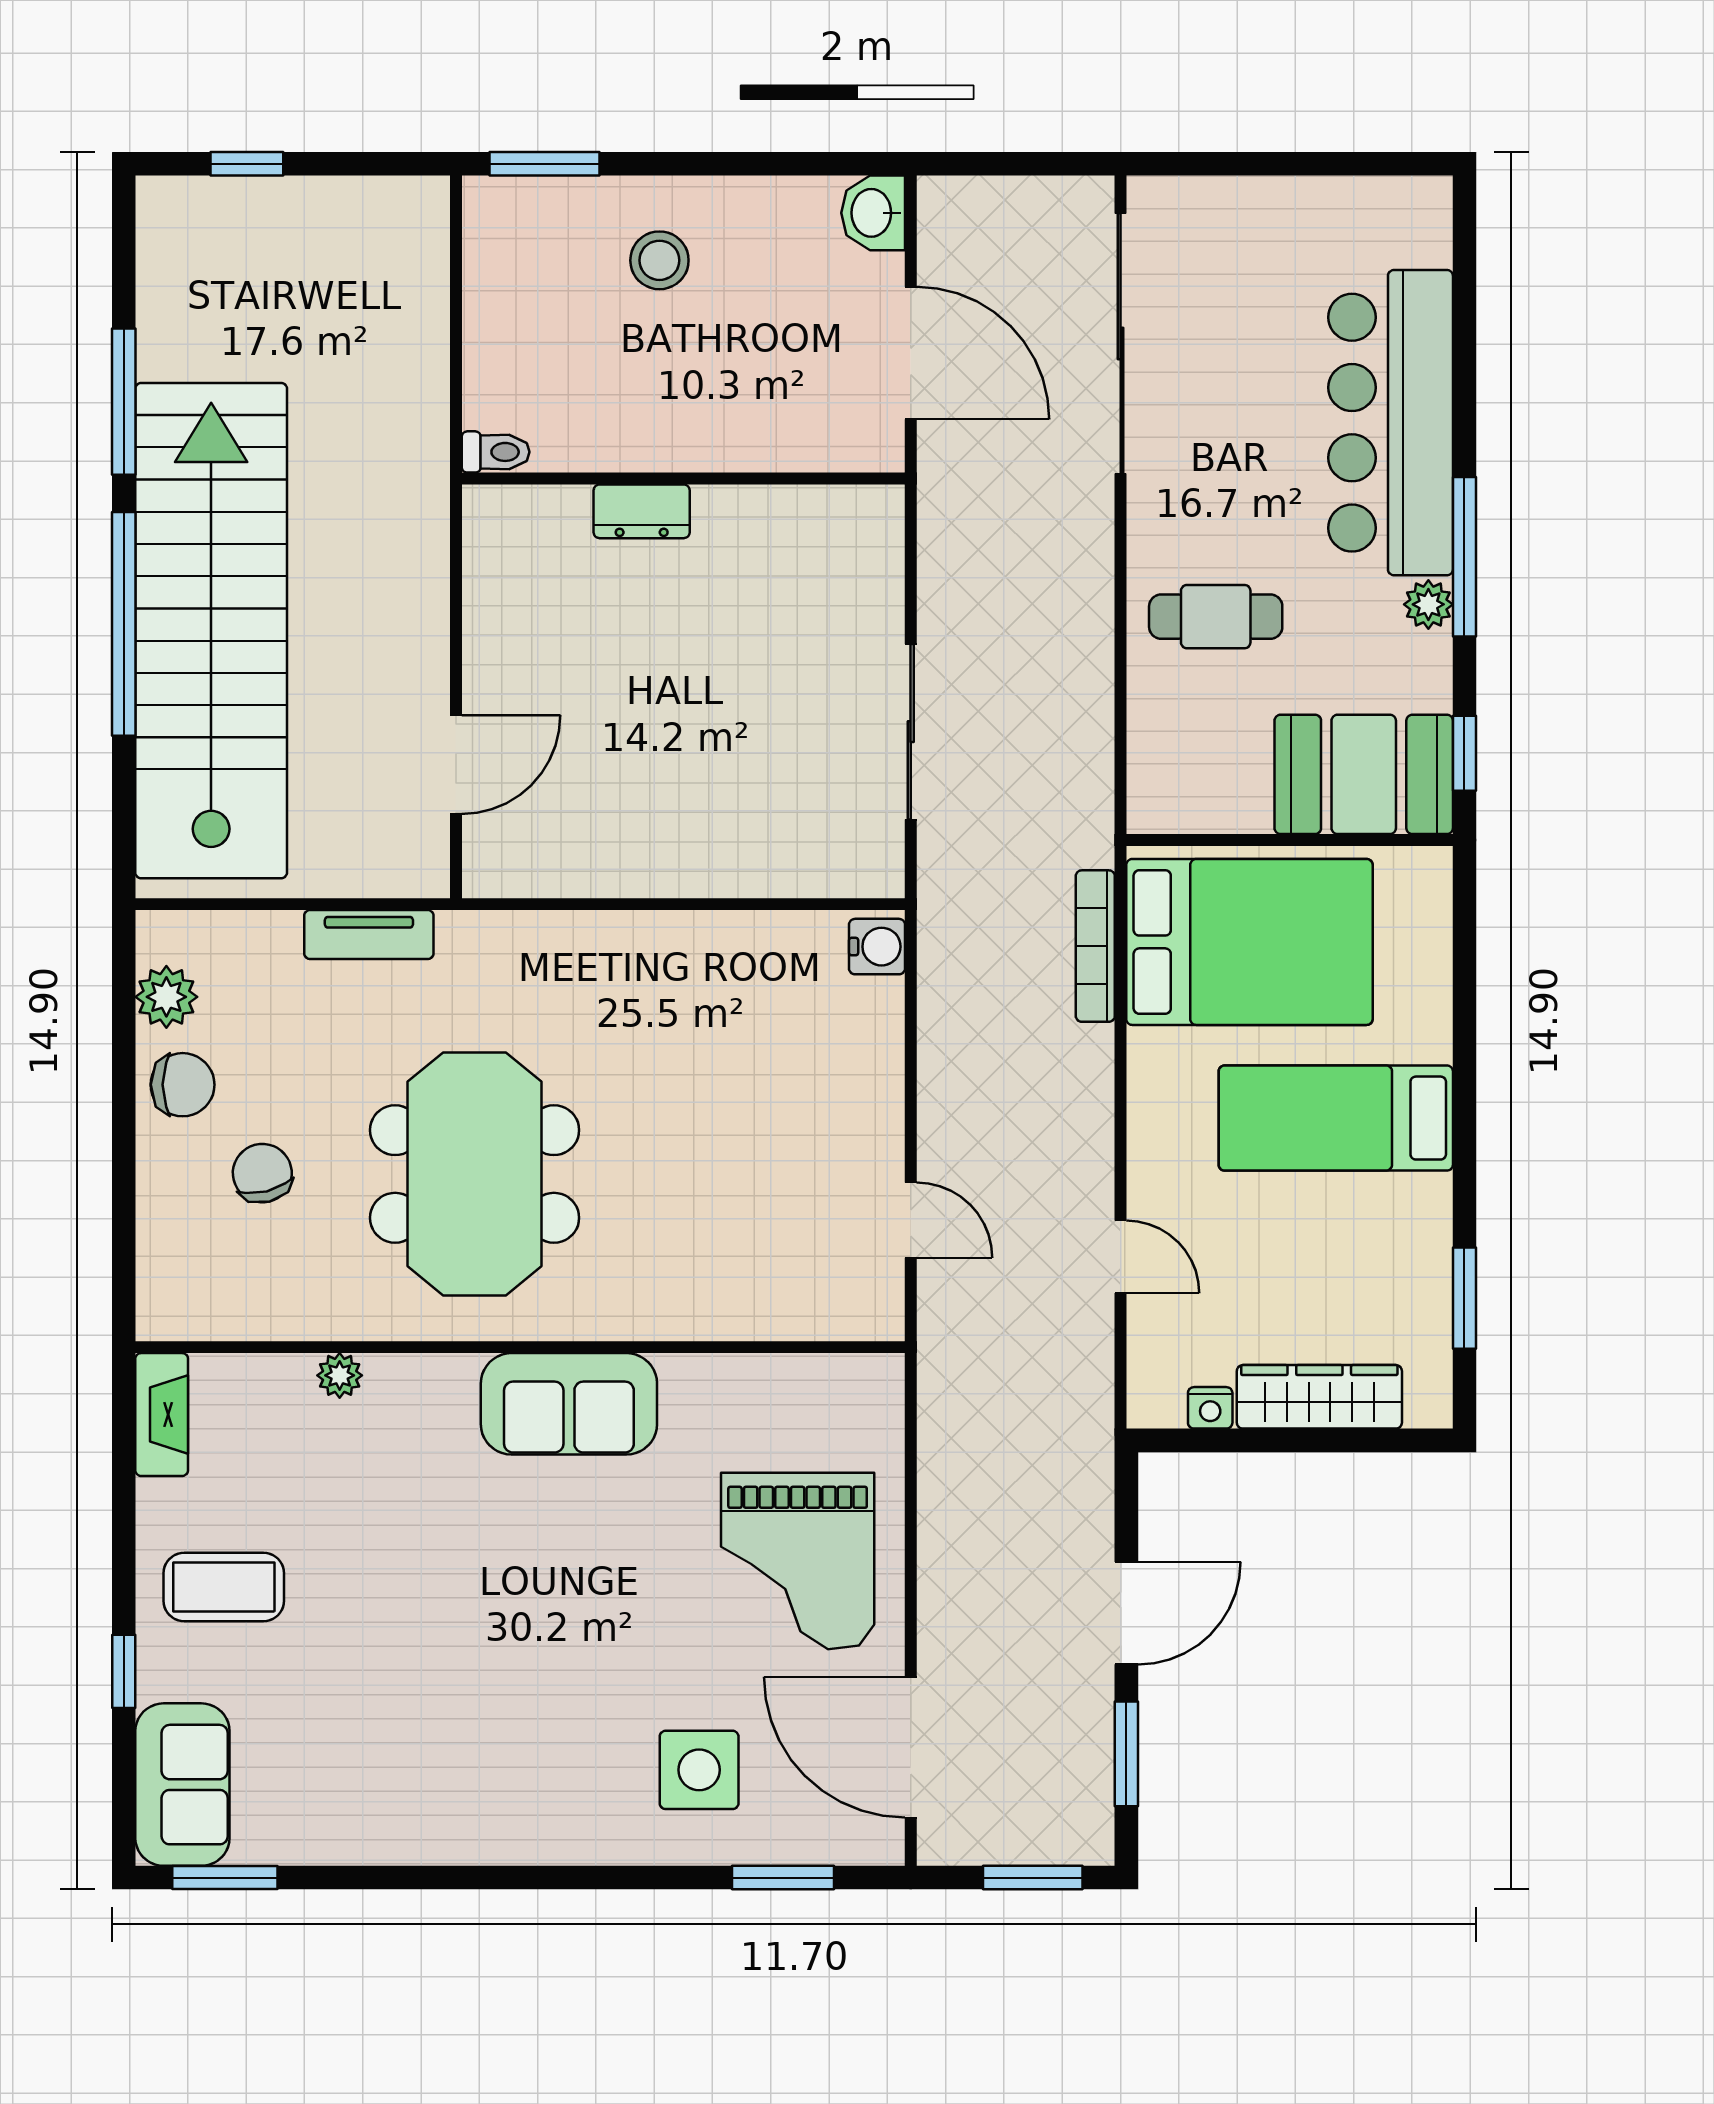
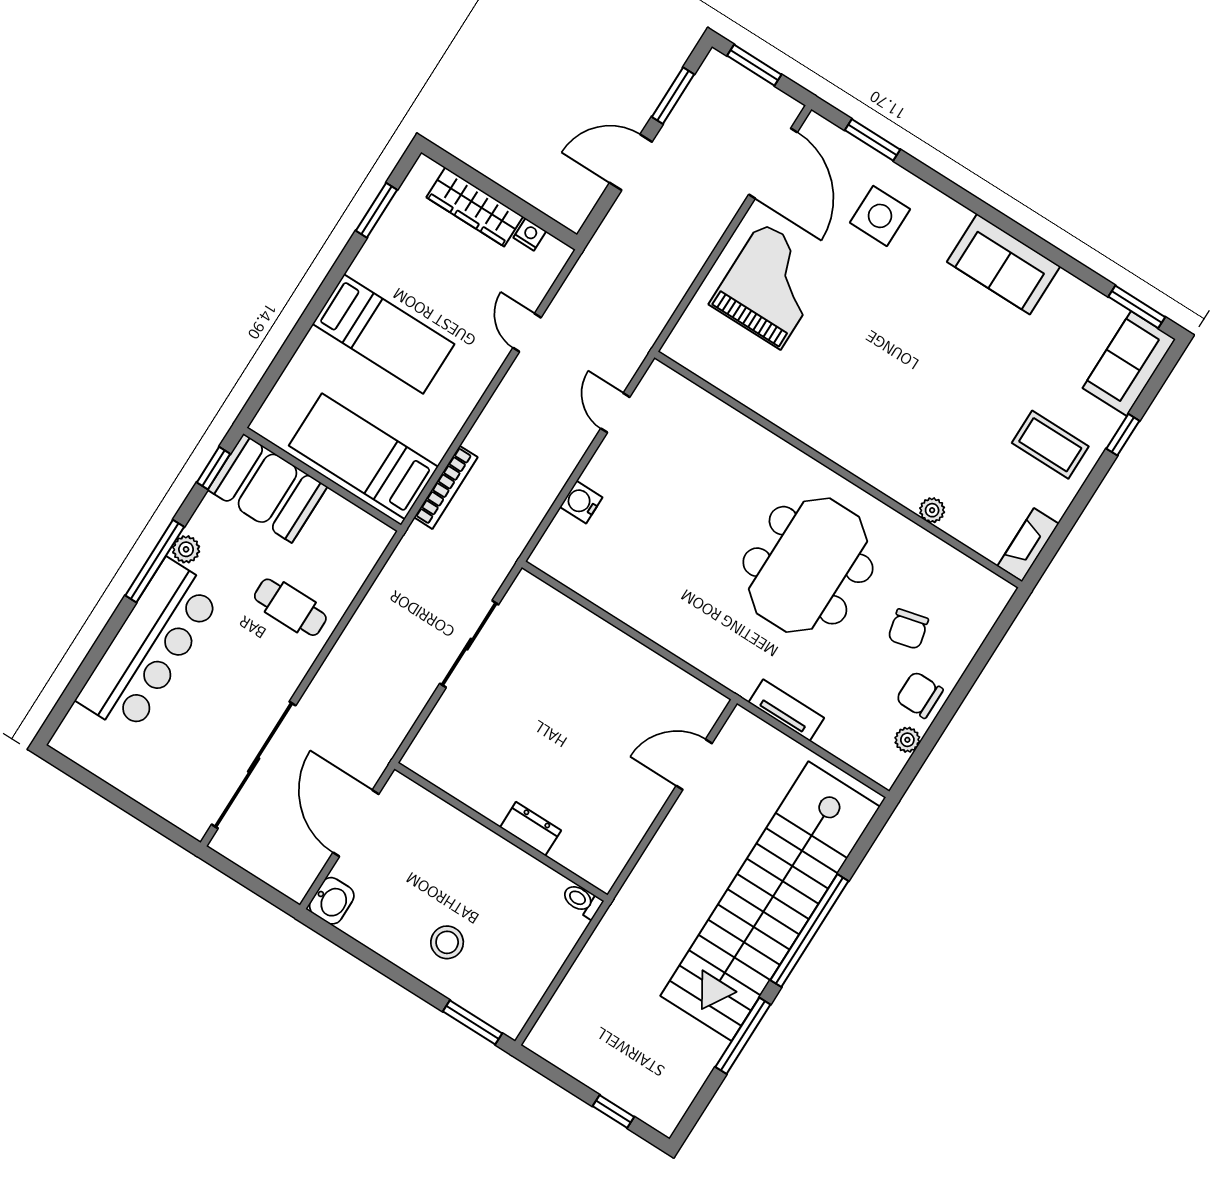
bed: (1249, 942) -> (363, 456), width x0.67
water cooler: (877, 947) -> (581, 502), moved
plant: (166, 997) -> (907, 740), width x0.73, depth x0.73
sofa: (569, 1404) -> (1004, 264), moved, turned 180

